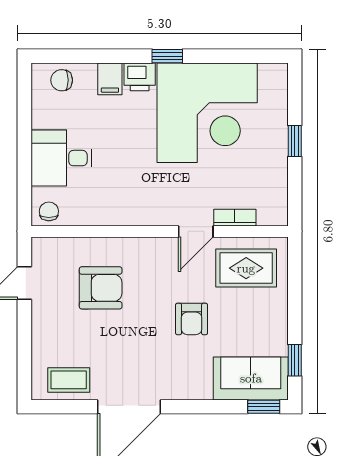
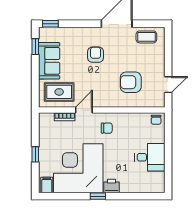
filing cabinet: (110, 79) -> (47, 185), moved
chair: (62, 80) -> (107, 128), moved
desk: (61, 158) -> (150, 157), moved
armchair: (192, 319) -> (95, 55), moved
sofa: (251, 378) -> (49, 61), moved, turned -90

